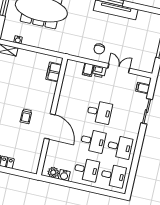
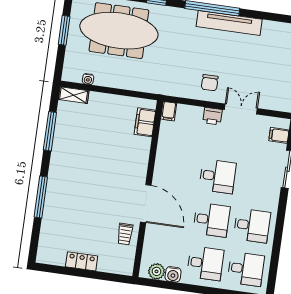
filing cabinet: (88, 70) -> (169, 111), moved
trolley: (26, 116) -> (125, 234), moved

